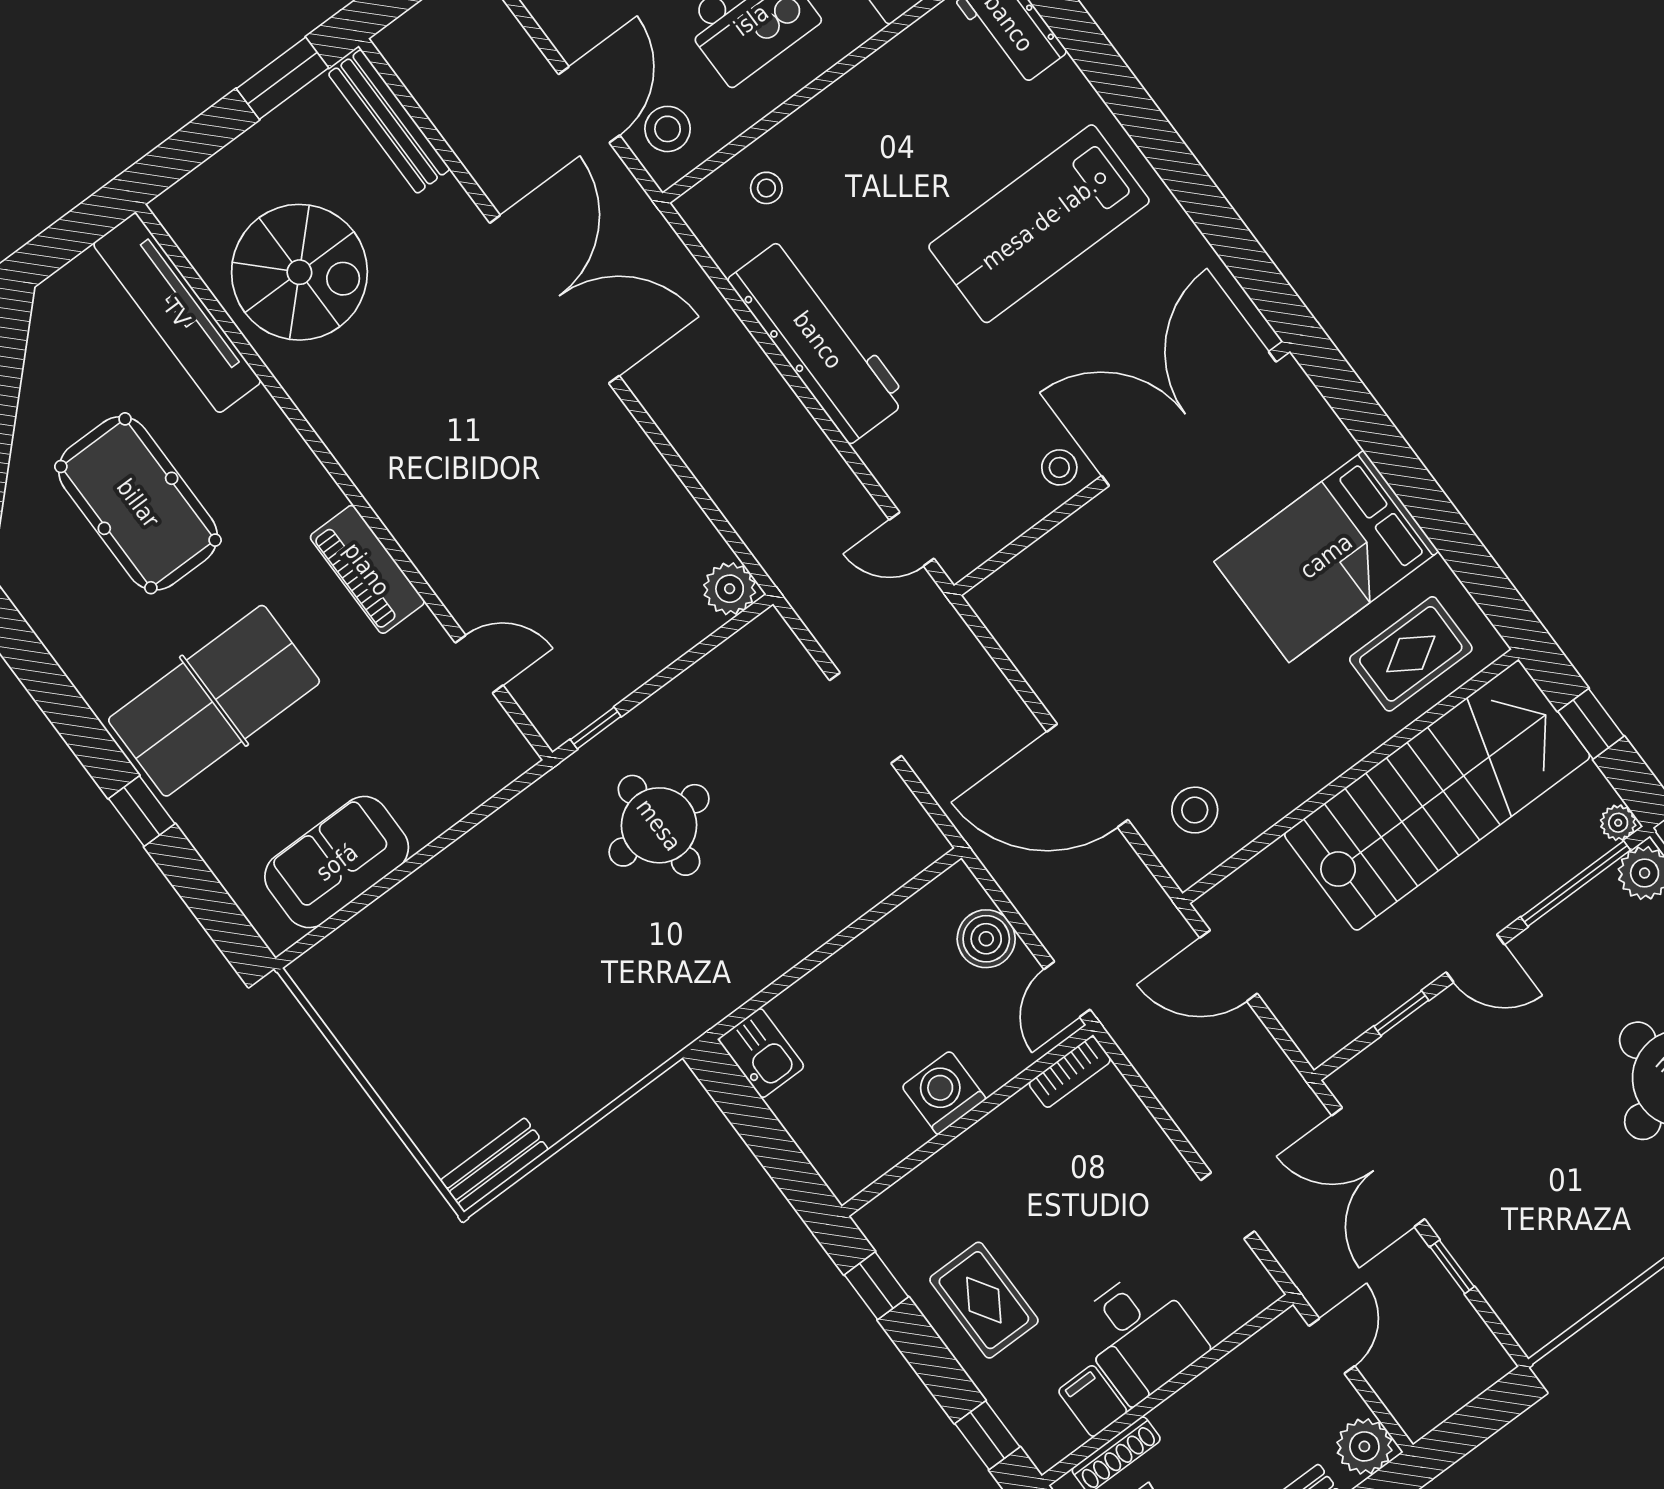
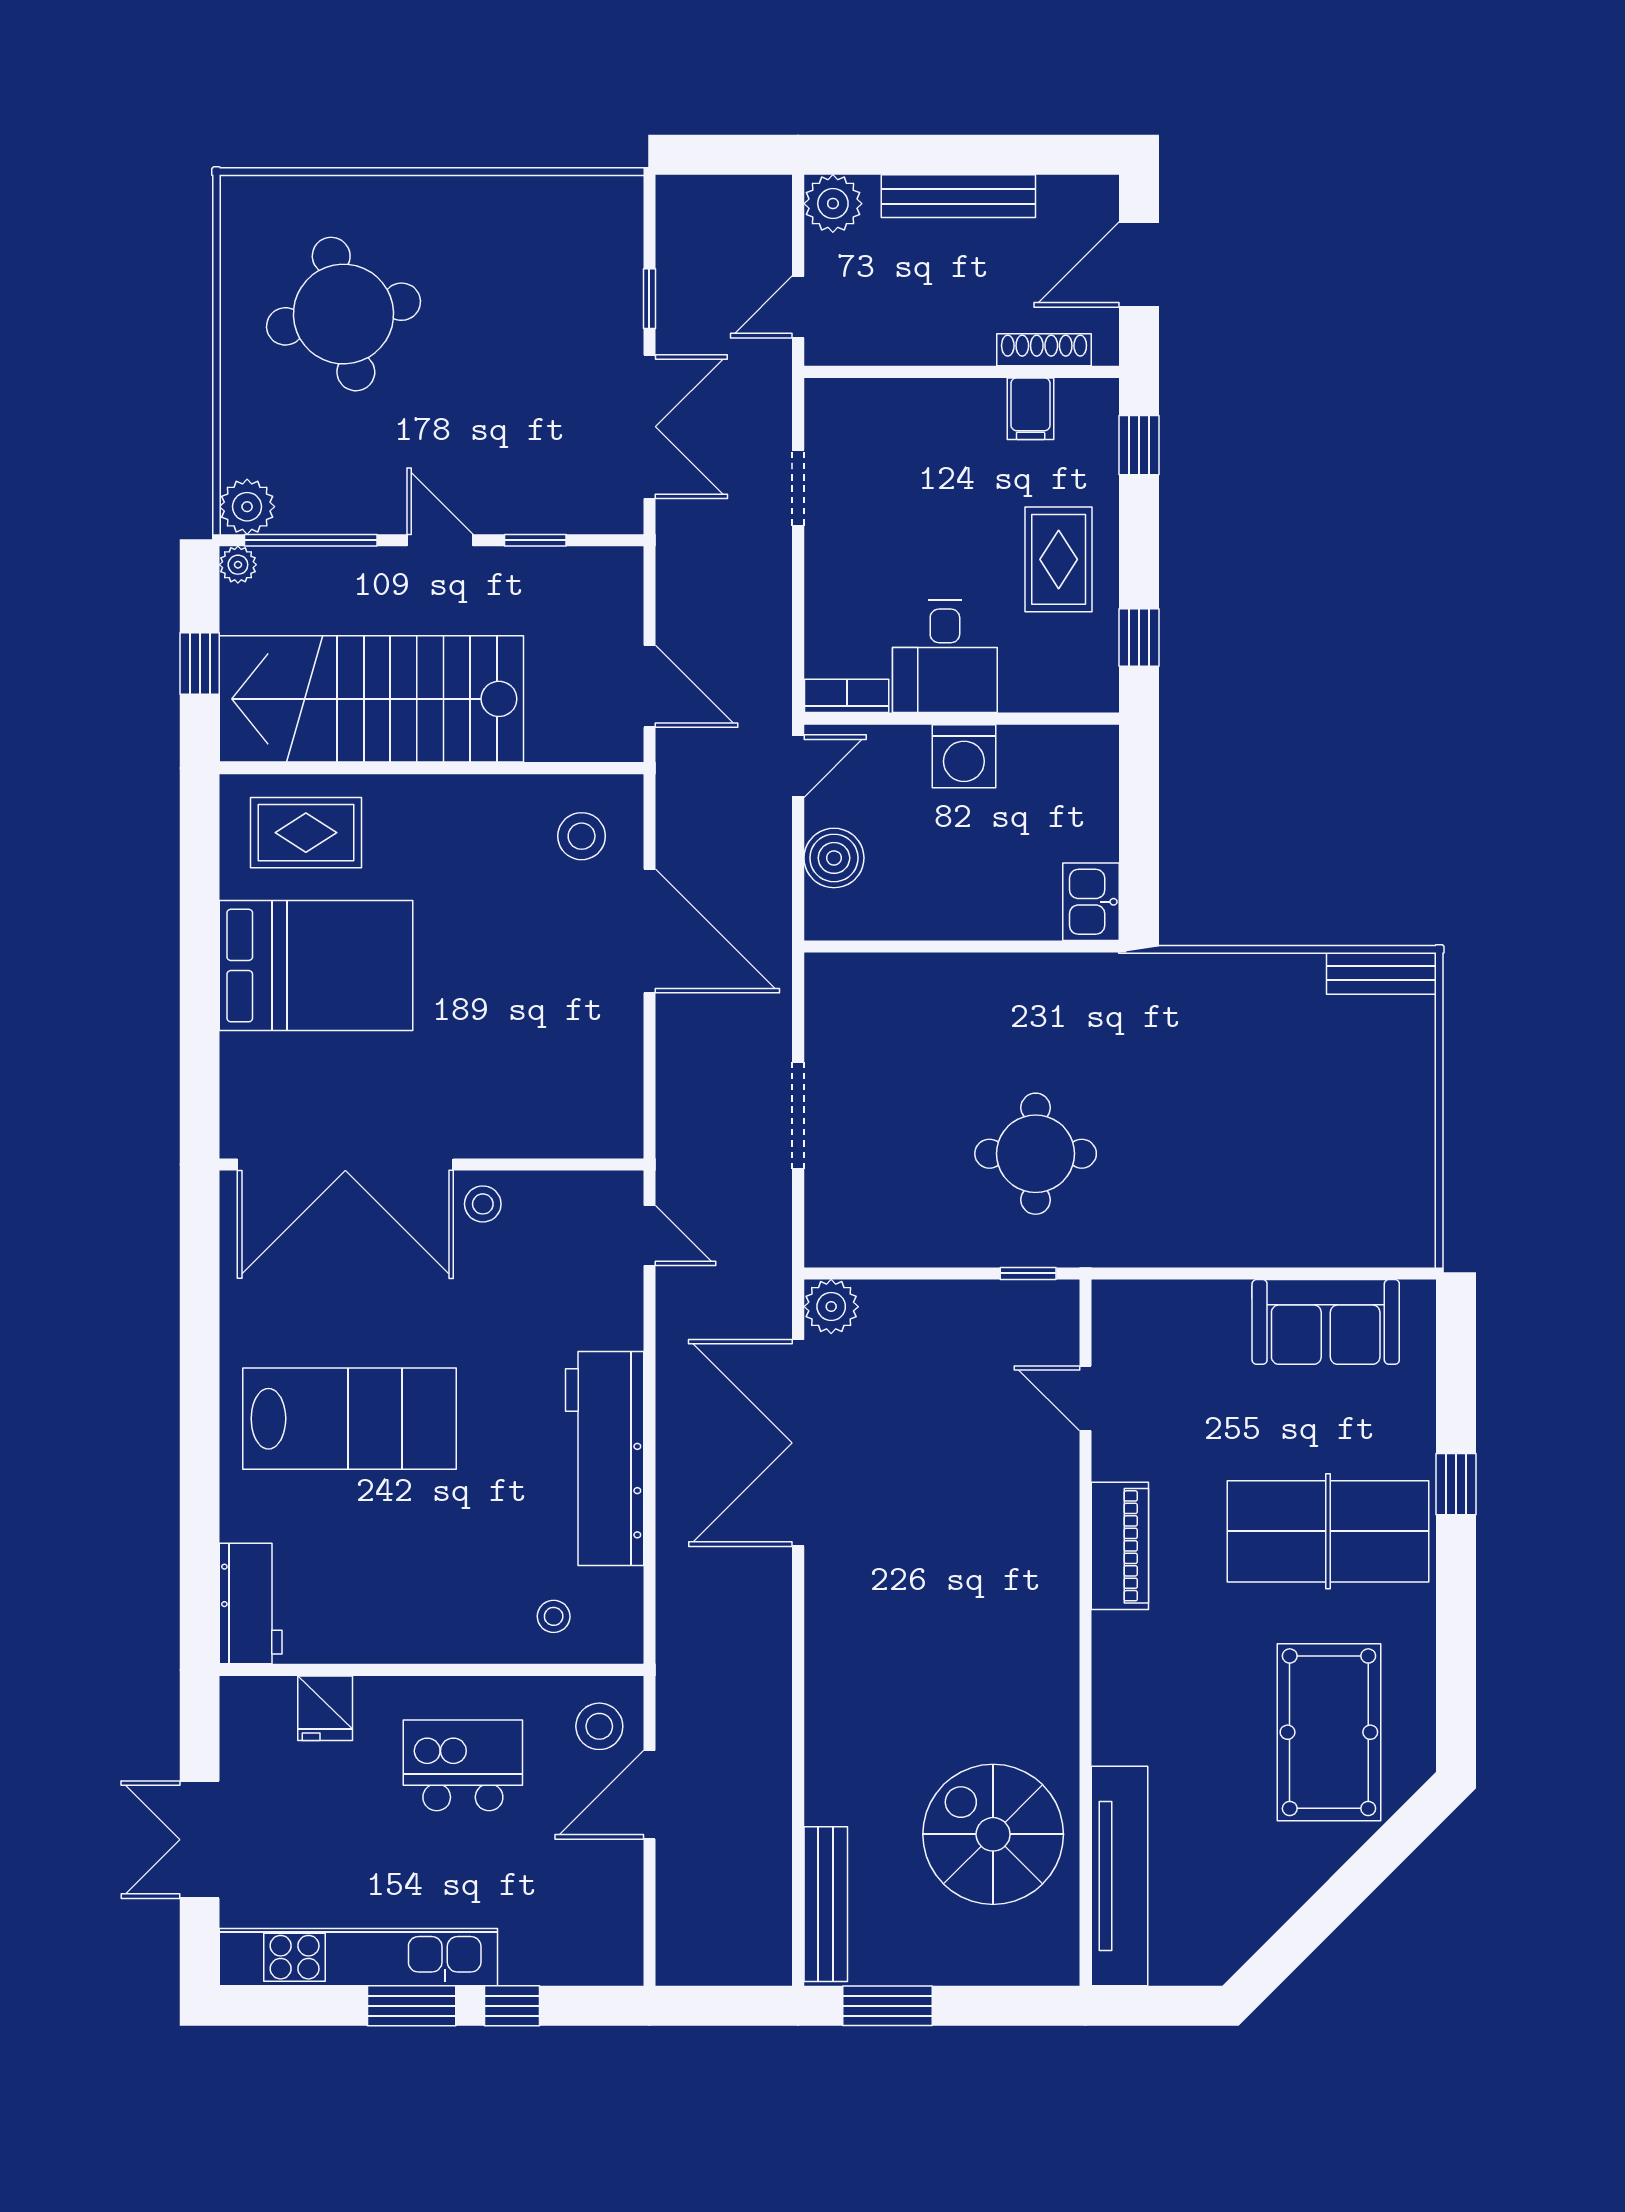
double door: (554, 299) -> (798, 1443), moved
pool table: (138, 503) -> (1329, 1732), moved
desk: (1140, 1335) -> (945, 656), moved, turned 180

